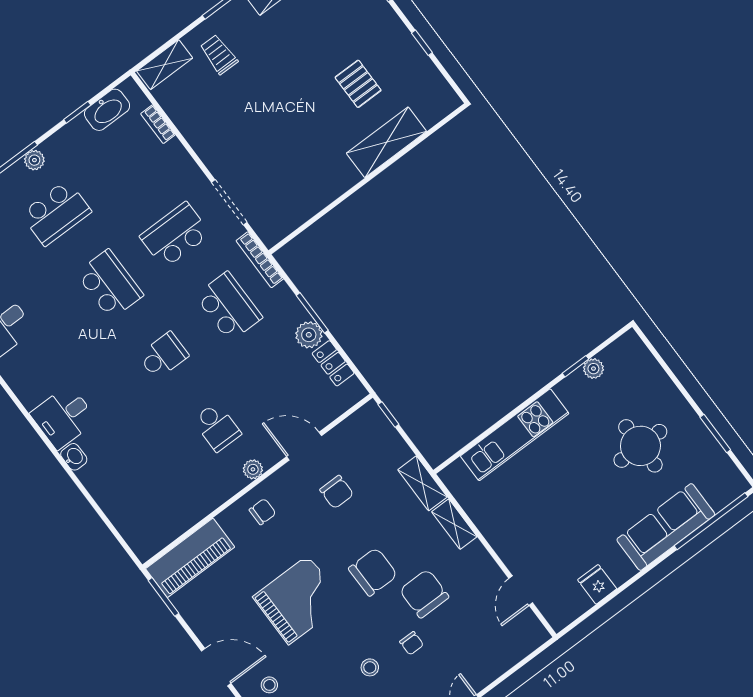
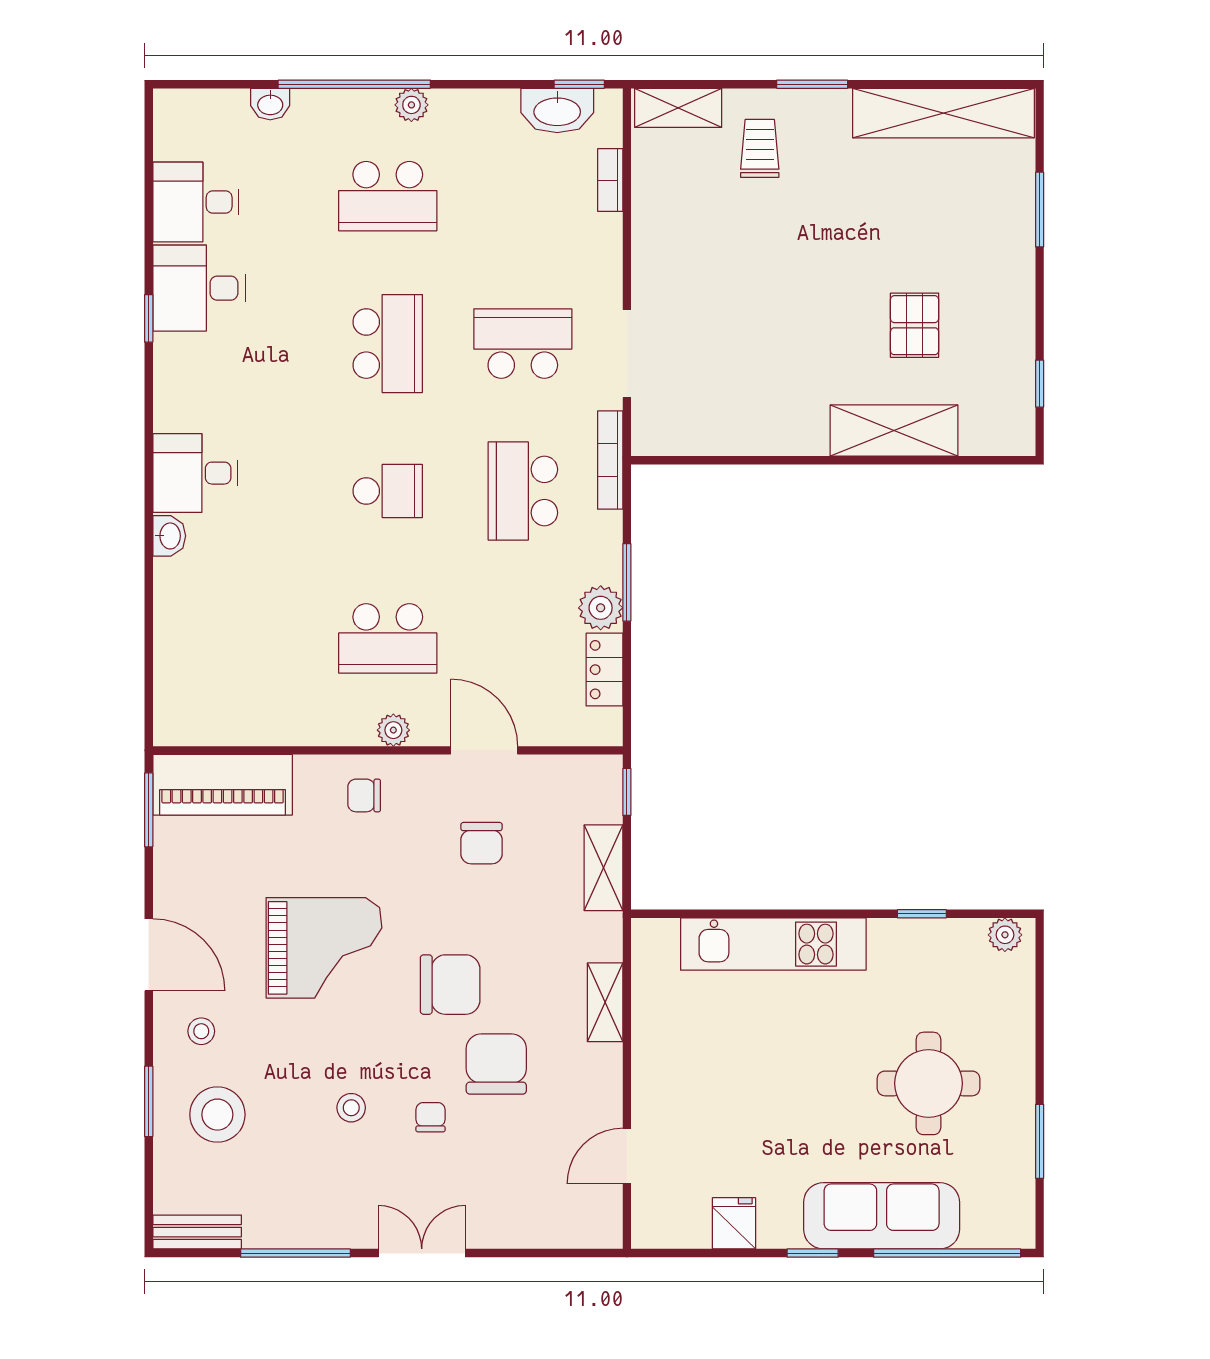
window: (422, 43) -> (1040, 384), moved
window: (77, 112) -> (579, 84), moved
school desk: (229, 307) -> (523, 491), turned 180
plant: (593, 369) -> (1005, 935), moved
school desk: (217, 427) -> (388, 638), width x1.85
shelving: (422, 483) -> (603, 868), moved
chair: (263, 512) -> (364, 795), turned 180
window: (646, 570) -> (813, 1253), added
chair: (412, 643) -> (431, 1117), turned 180

